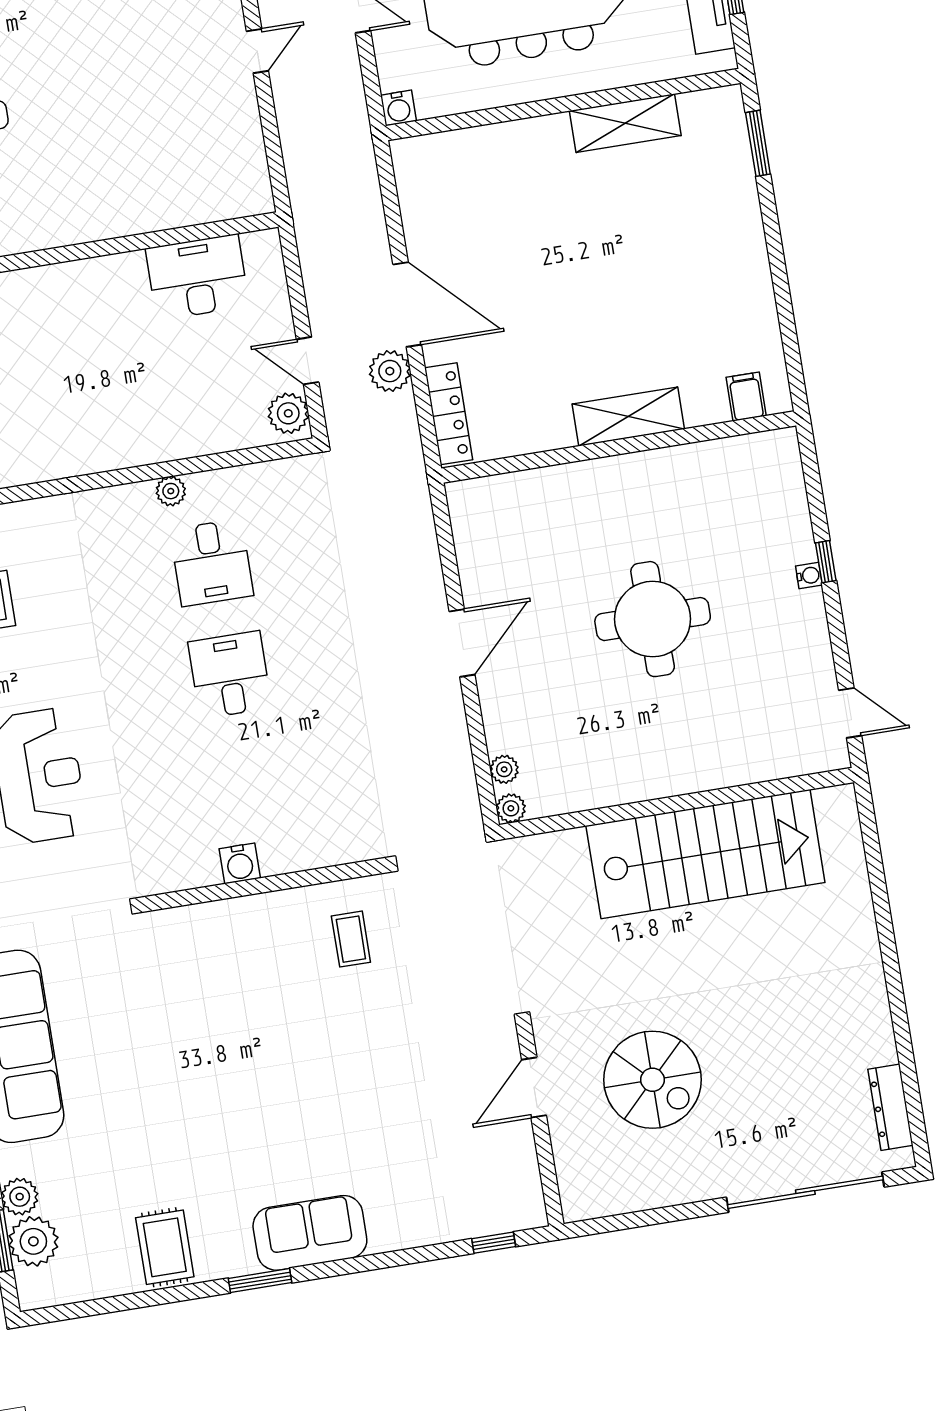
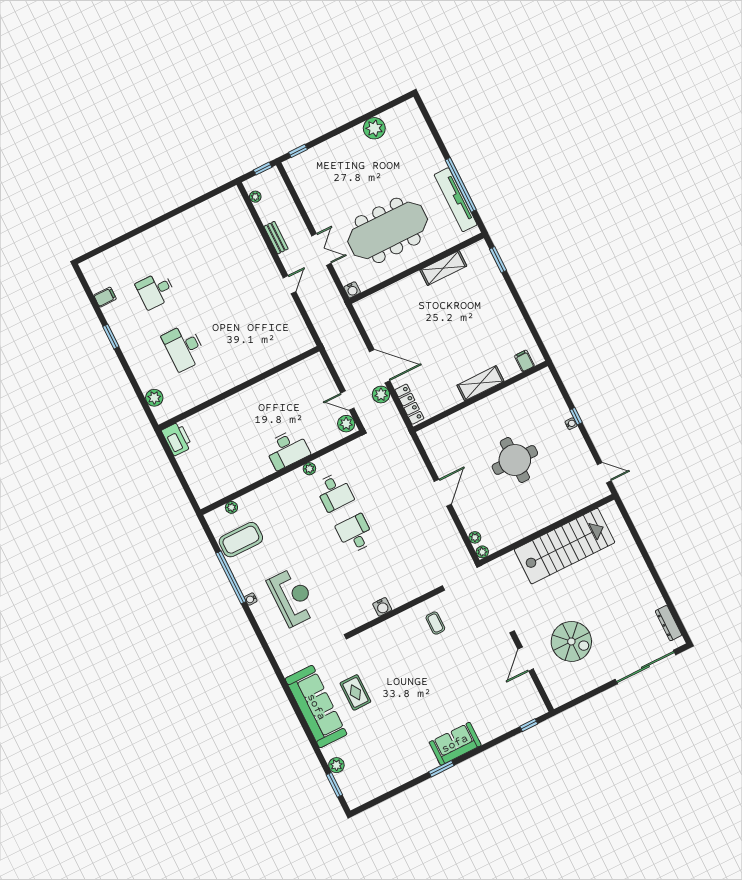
desk: (197, 277) -> (287, 449), moved, turned 180
plant: (33, 1241) -> (347, 781), removed
rug: (165, 1247) -> (355, 692), moved

